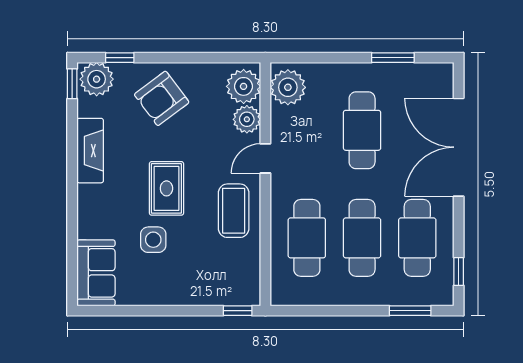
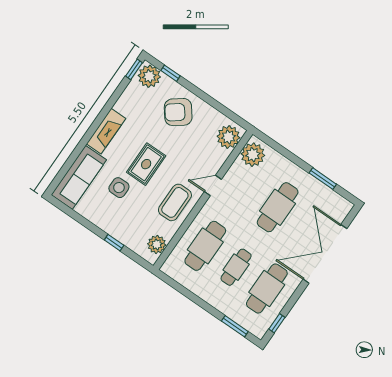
plant: (247, 119) -> (157, 244), moved
fireplace: (90, 151) -> (106, 131), moved
cafe table: (362, 238) -> (236, 267), width x0.73, depth x0.74
sofa: (96, 273) -> (79, 177), width x1.36
window: (238, 311) -> (114, 243), moved

